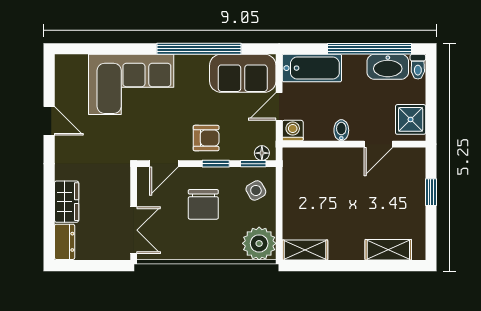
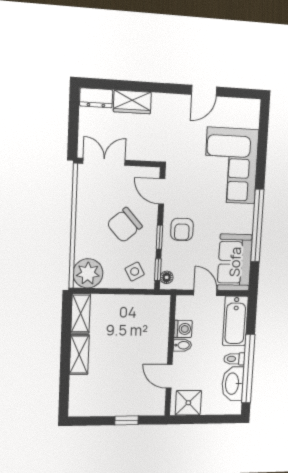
toilet: (418, 67) -> (234, 359), moved
washing machine: (293, 131) -> (183, 329), moved
chair: (203, 204) -> (124, 225), turned -42
double door: (134, 230) -> (104, 162), swing flipped
shelving: (388, 250) -> (79, 355), moved

